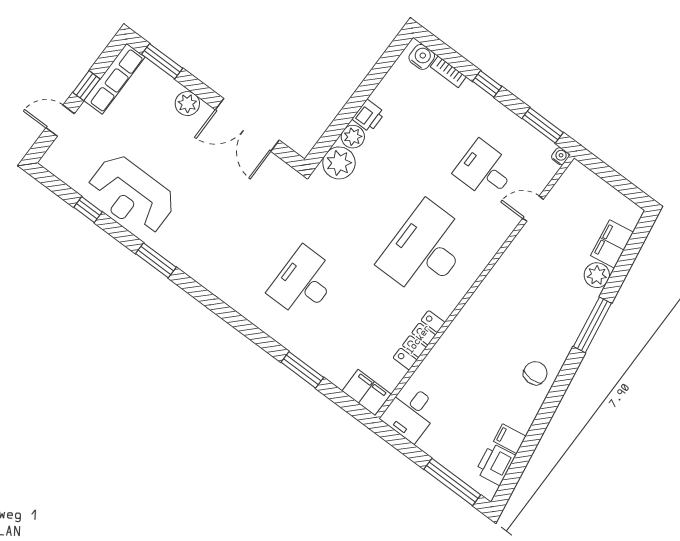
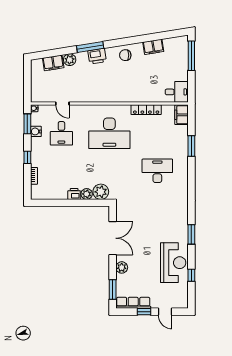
water cooler: (422, 57) -> (36, 131), moved
desk: (303, 283) -> (157, 171), turned 180
filing cabinet: (510, 439) -> (153, 47), width x2.00
printer: (495, 464) -> (97, 56), moved

